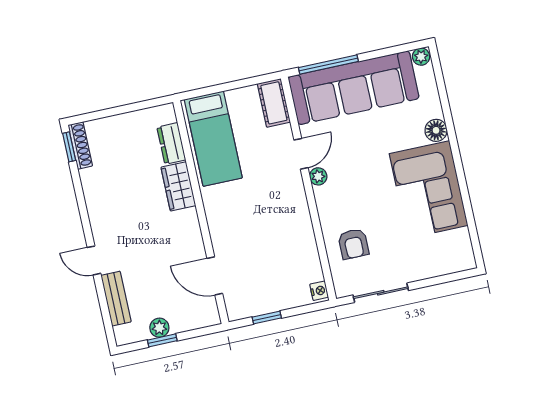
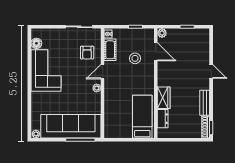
cot: (274, 103) -> (110, 50), moved
floor lamp: (436, 130) -> (36, 43), moved
door: (301, 154) -> (103, 72), moved
armchair: (353, 244) -> (87, 53), turned 180
stool: (254, 253) -> (135, 58), added
bench: (116, 299) -> (205, 103), moved
plant: (159, 328) -> (162, 33), moved

